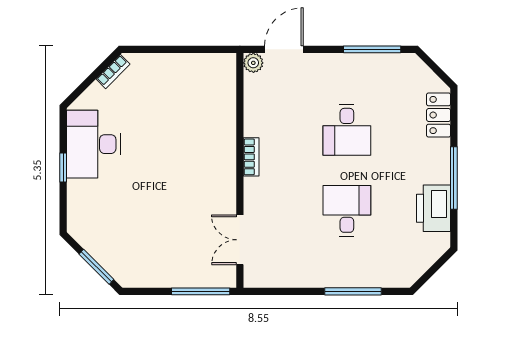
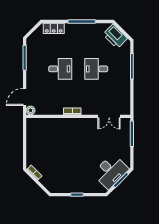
door: (284, 49) -> (25, 97), hinge flipped
desk: (93, 144) -> (111, 171), moved, turned -45
printer: (434, 208) -> (115, 36), moved, turned 45

